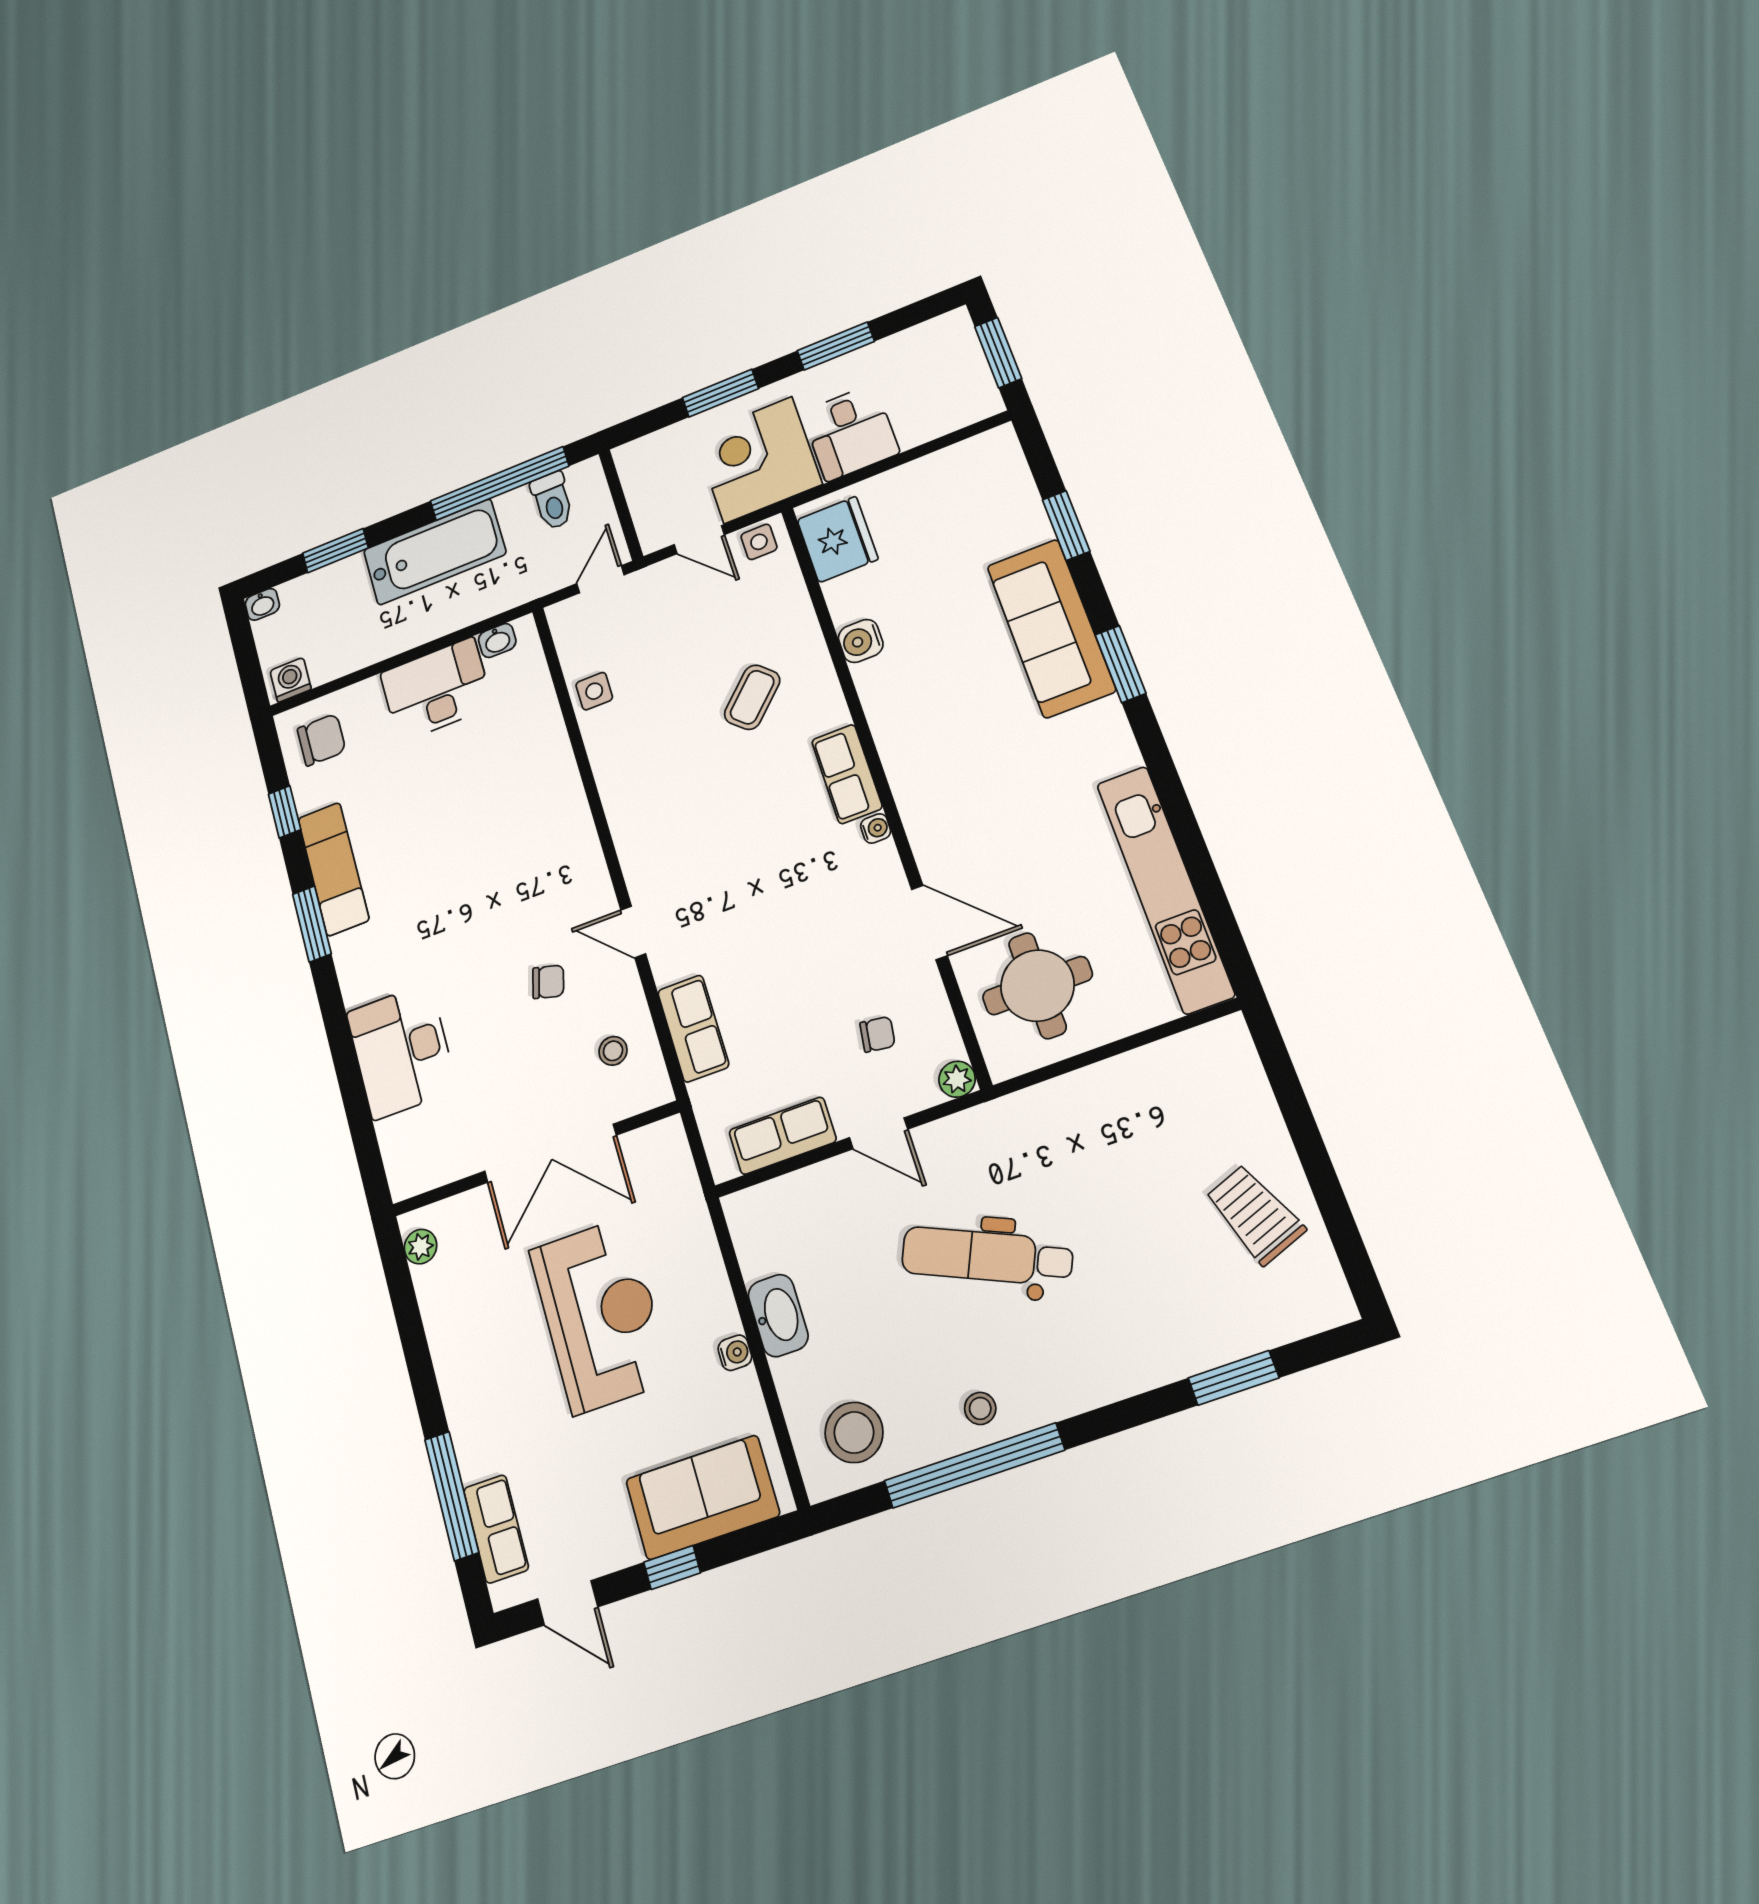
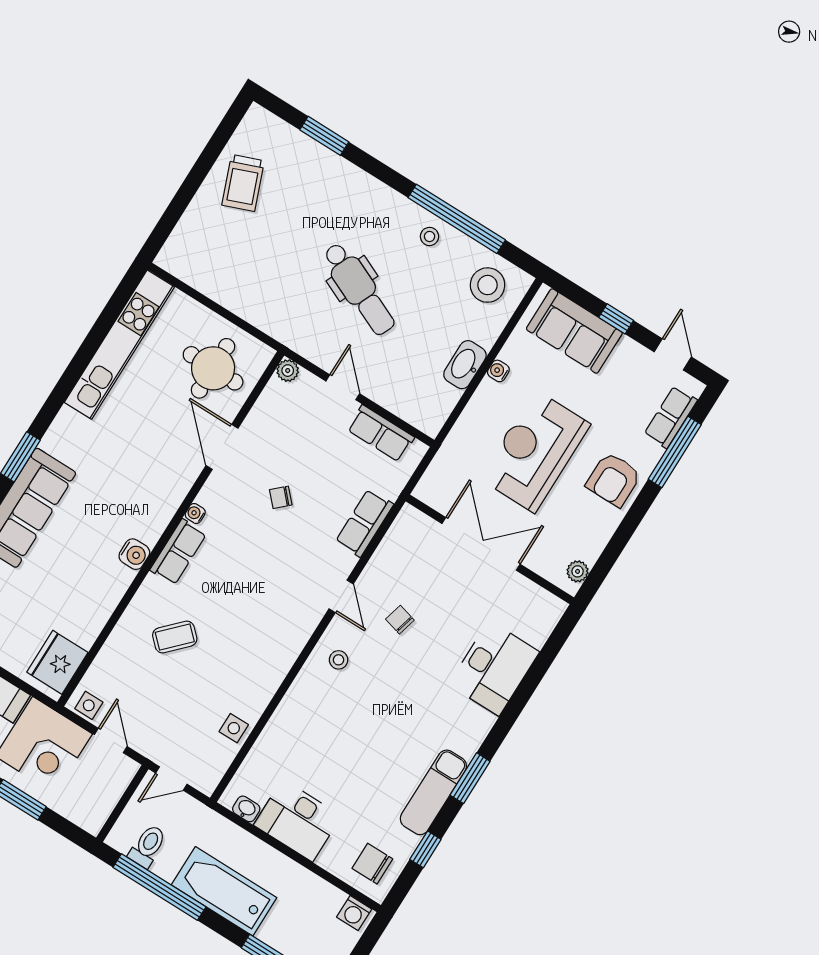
water cooler: (861, 641) -> (134, 554), moved
chair: (877, 1034) -> (281, 497), moved, turned -51
stool: (613, 1051) -> (339, 660), moved
armchair: (485, 1387) -> (614, 479), added

